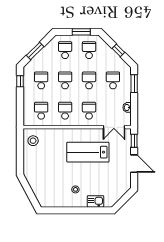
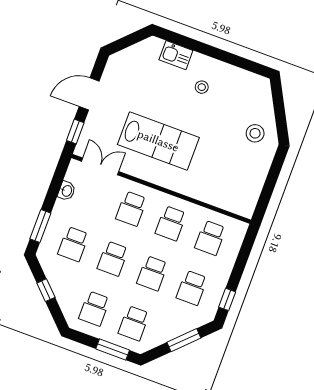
window: (81, 32) -> (113, 350), moved
stool: (33, 141) -> (255, 133), moved
door: (134, 164) -> (89, 94), hinge flipped

